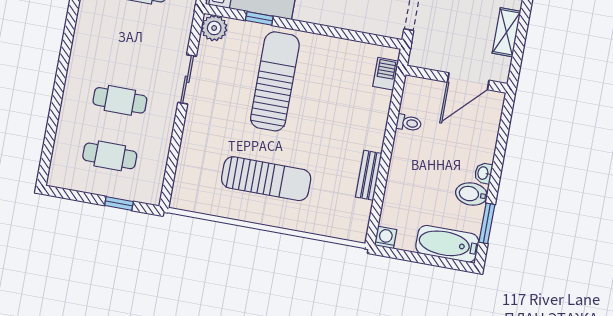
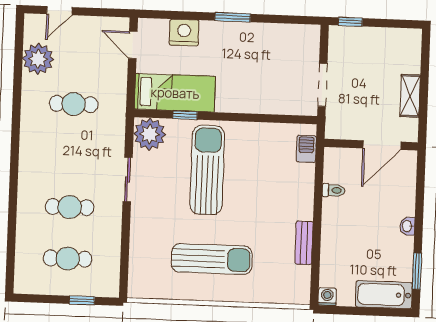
plant: (214, 28) -> (150, 134), width x1.36, depth x1.36
bidet: (471, 194) -> (399, 247), removed

